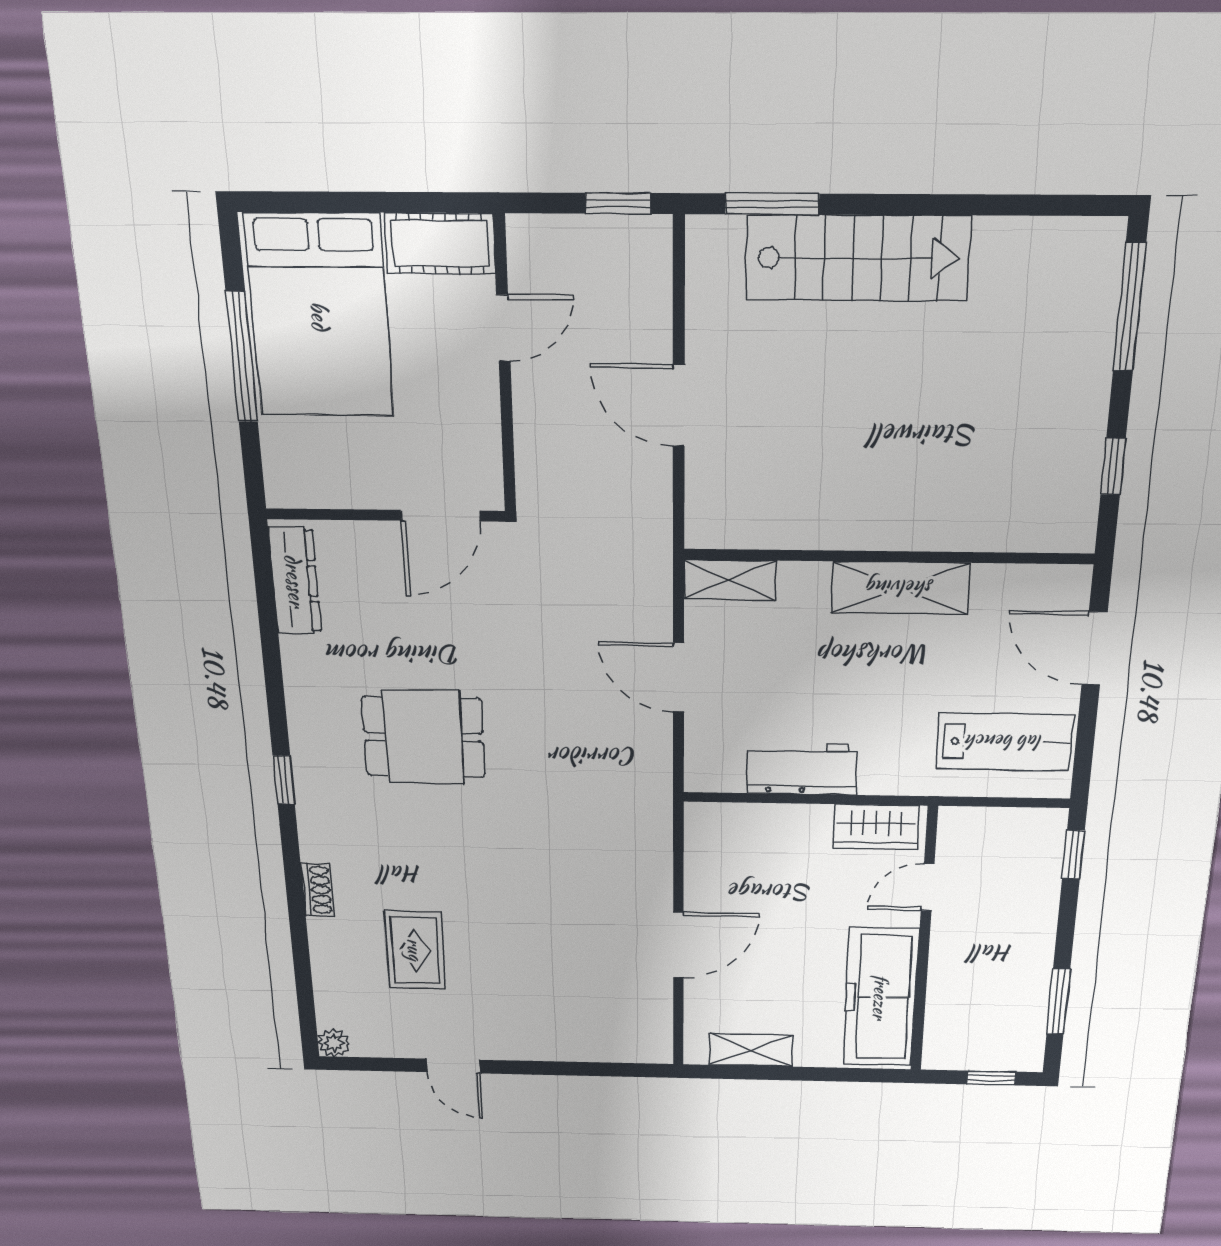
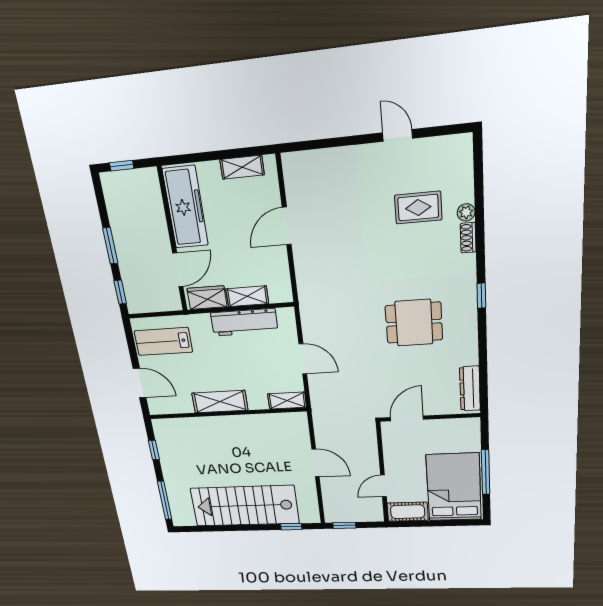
window: (772, 204) -> (291, 527), width x0.67
stairs: (857, 258) -> (245, 506), width x1.36, depth x1.51
workbench: (802, 769) -> (244, 322), width x1.38
shelving: (785, 822) -> (247, 296), added
door: (928, 887) -> (178, 270), width x1.38
rug: (415, 950) -> (418, 208), turned 90
window: (1058, 1001) -> (110, 246), moved
plant: (334, 1043) -> (466, 212), moved

